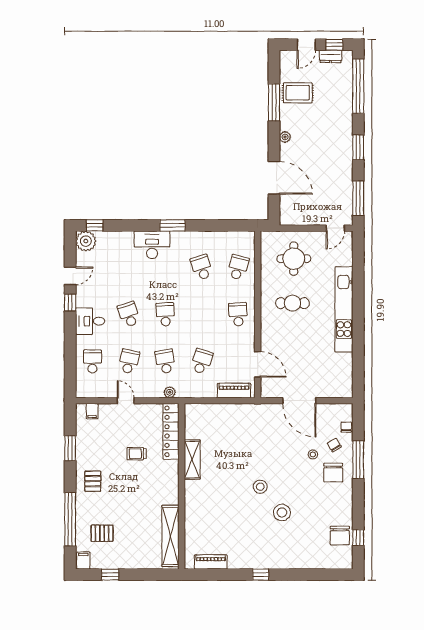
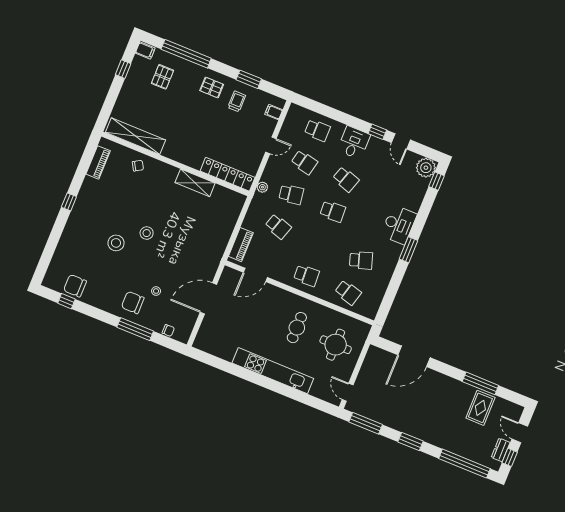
plant: (285, 137) -> (446, 381), removed
school desk: (129, 314) -> (346, 179), turned 36
chair: (334, 445) -> (138, 166), moved
trolley: (137, 454) -> (237, 101), moved

